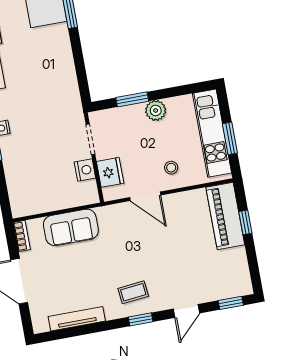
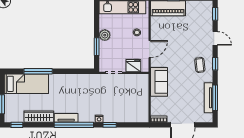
nightstand: (85, 170) -> (130, 79), removed
sofa: (71, 227) -> (159, 82), moved
window: (79, 331) -> (215, 98), added

